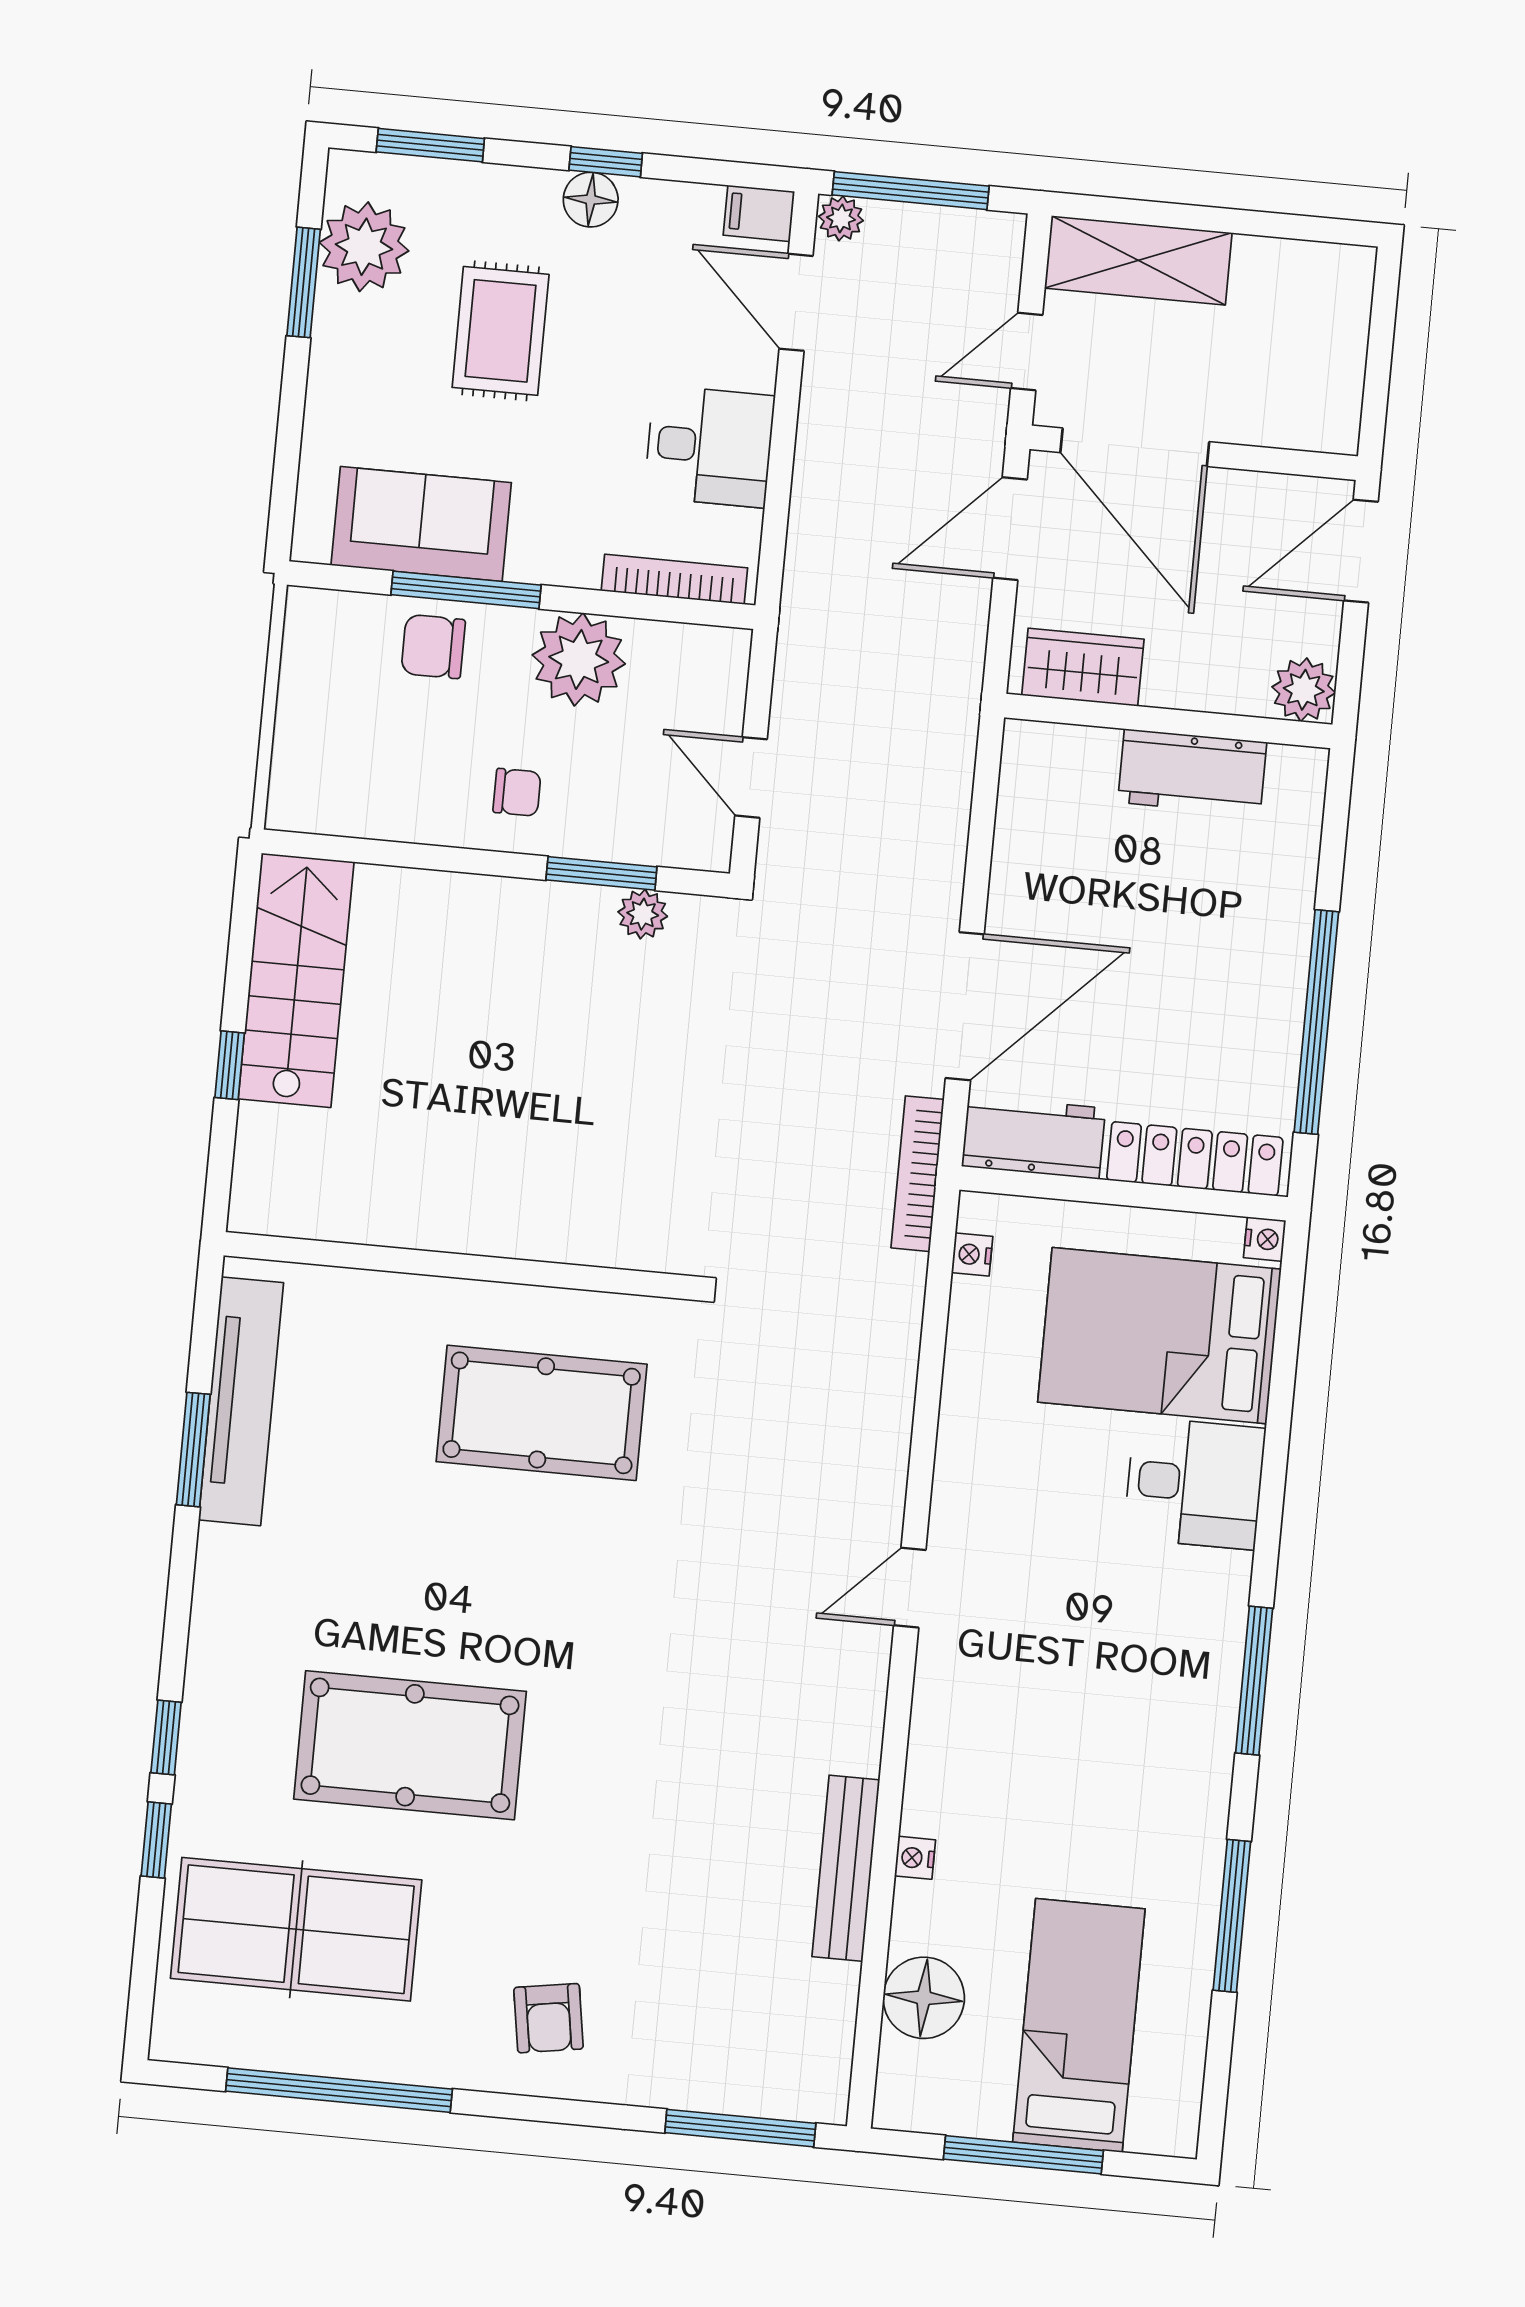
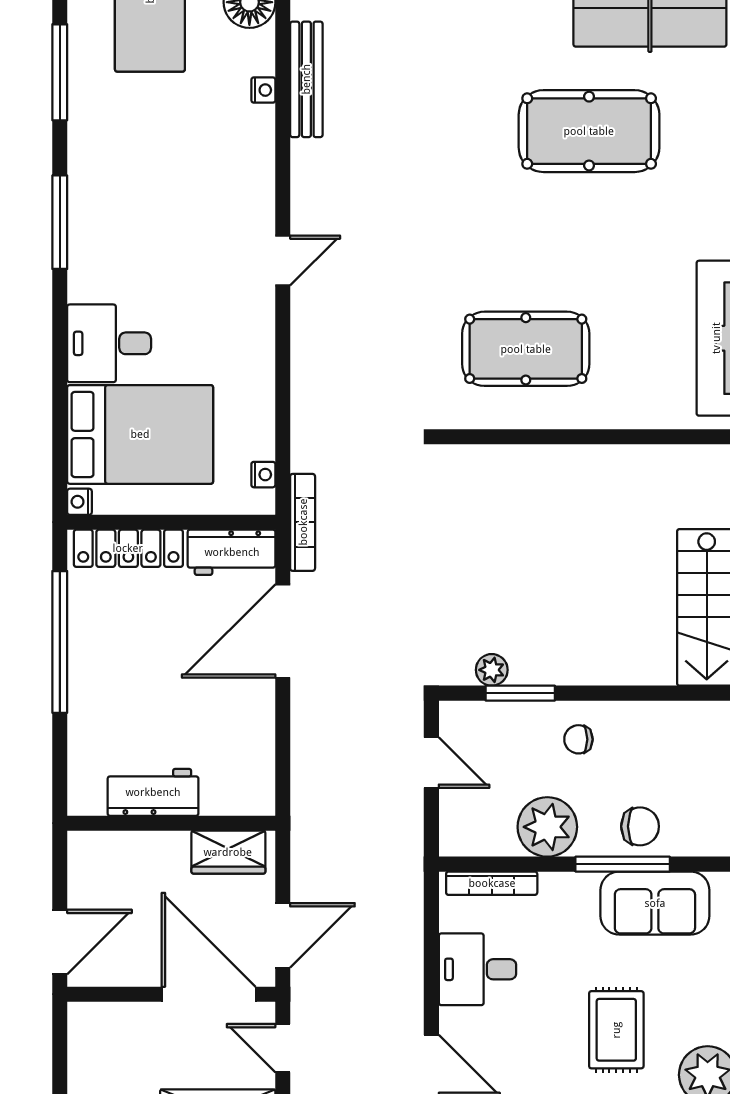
door: (1027, 351) -> (283, 1048), swing flipped
plant: (1304, 690) -> (88, 851), removed

